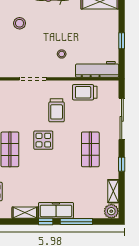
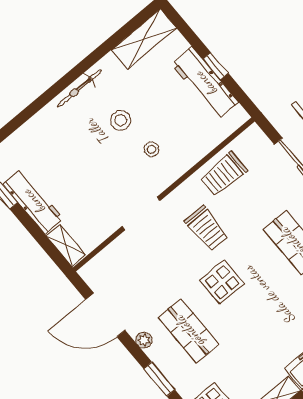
stool: (20, 23) -> (121, 120), moved
workbench: (97, 69) -> (205, 83), moved, turned -90

